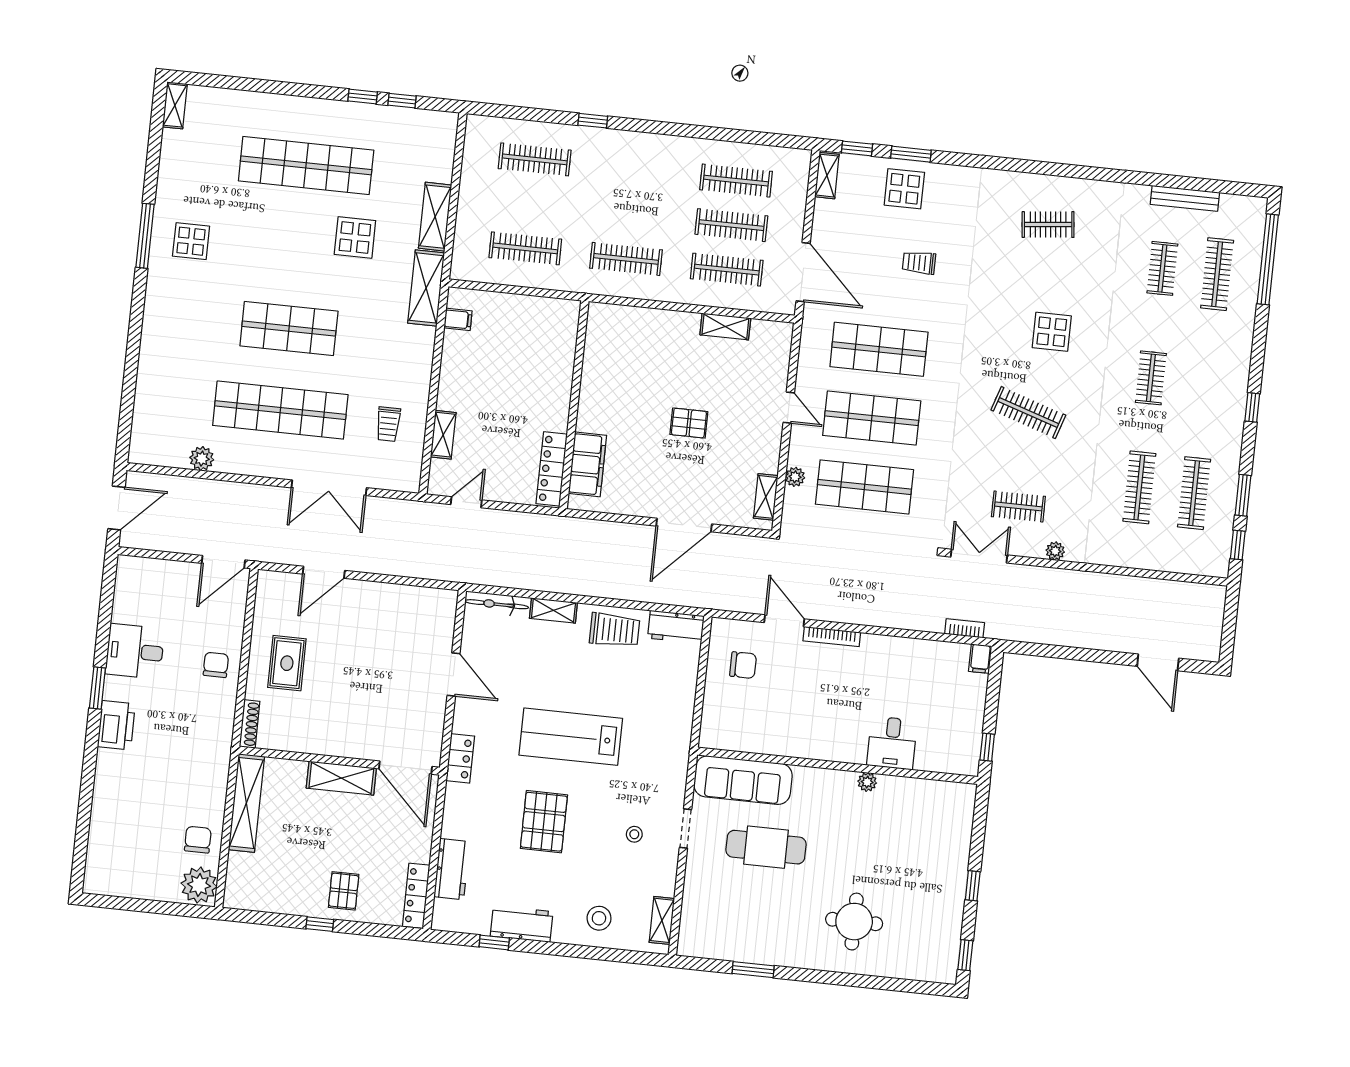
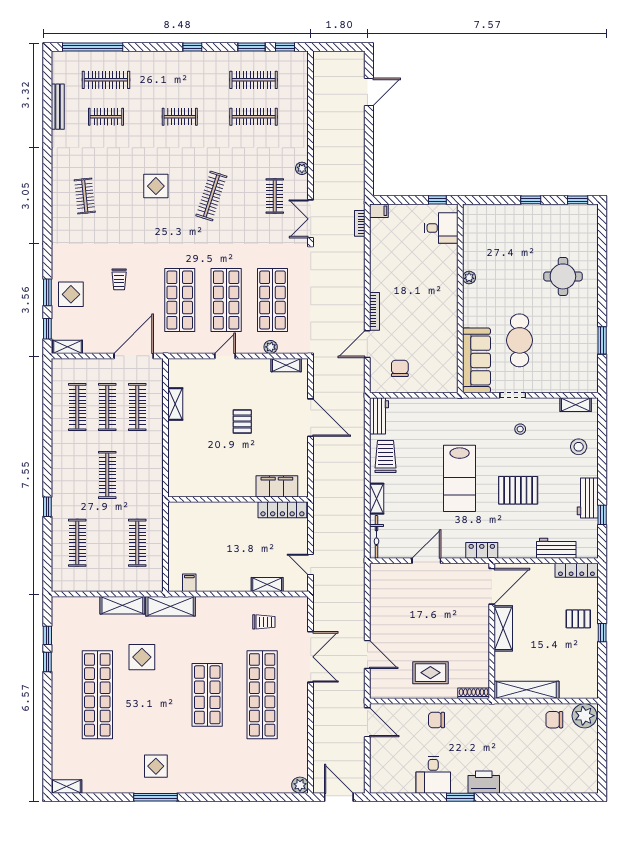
clothes rail: (626, 259) -> (107, 475), moved
plant: (202, 459) -> (300, 785), moved
desk: (892, 743) -> (441, 228), moved

